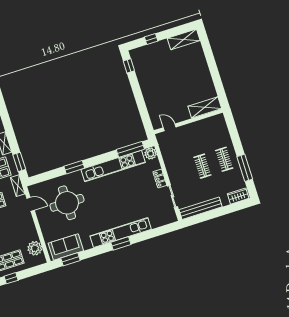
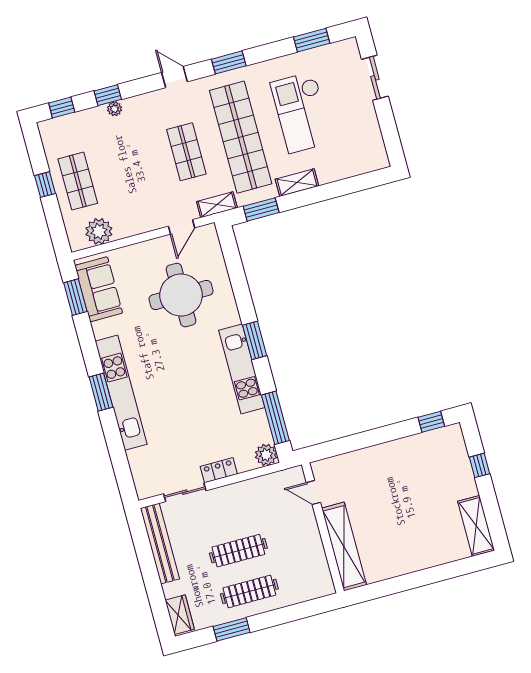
shelving: (205, 107) -> (344, 547), width x1.47
door: (170, 127) -> (313, 493), swing flipped
clothes rail: (224, 159) -> (249, 591), width x1.36
kitchen unit: (113, 166) -> (242, 369), width x0.73
clothes rail: (202, 166) -> (238, 551), width x1.36
window: (74, 167) -> (255, 340), moved
window: (245, 168) -> (232, 629), width x0.69

